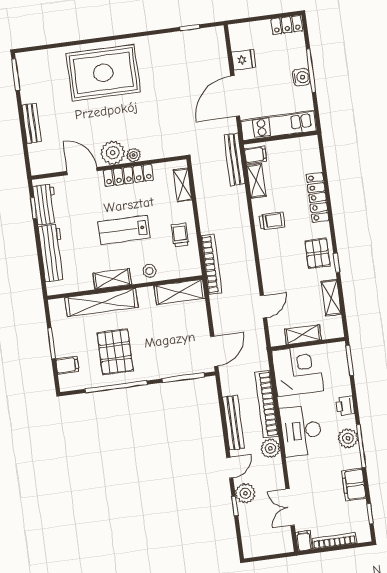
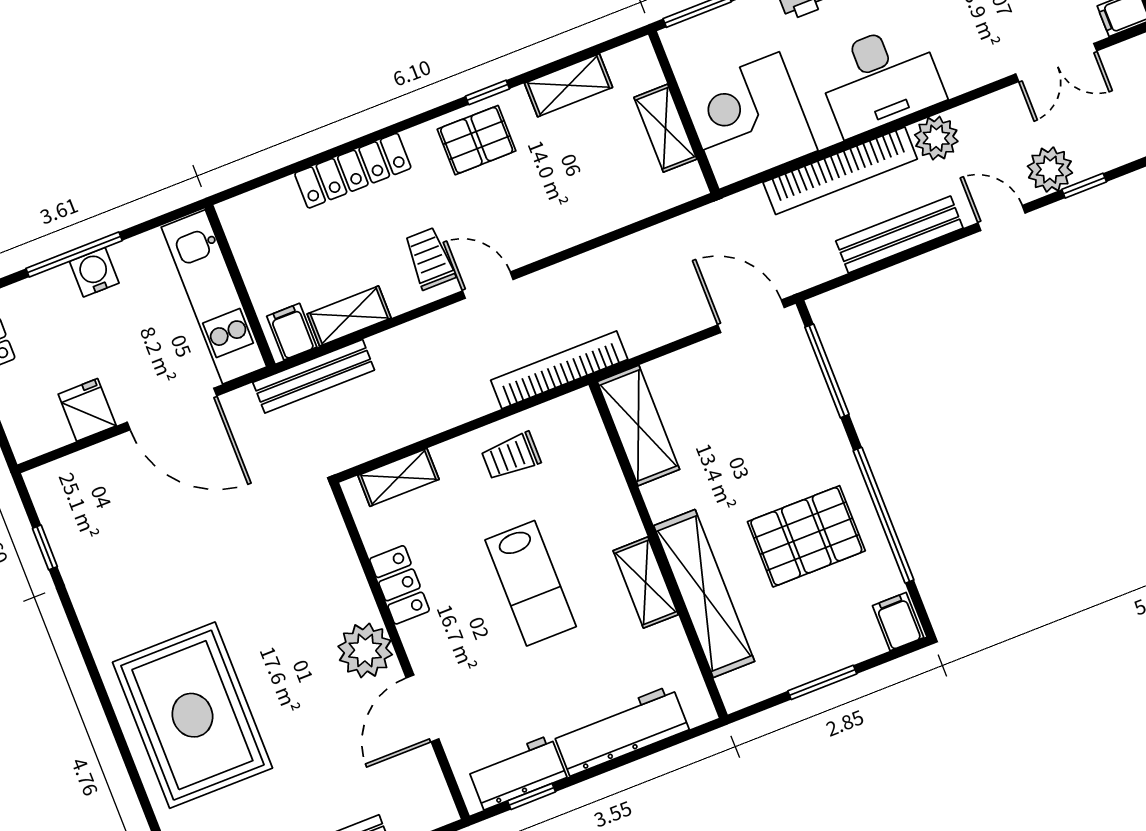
plant: (134, 155) -> (359, 603), removed
locker: (128, 175) -> (399, 585), width x0.66
stool: (149, 271) -> (608, 504), removed
door: (263, 307) -> (488, 285), moved
filing cabinet: (67, 365) -> (898, 622), moved

